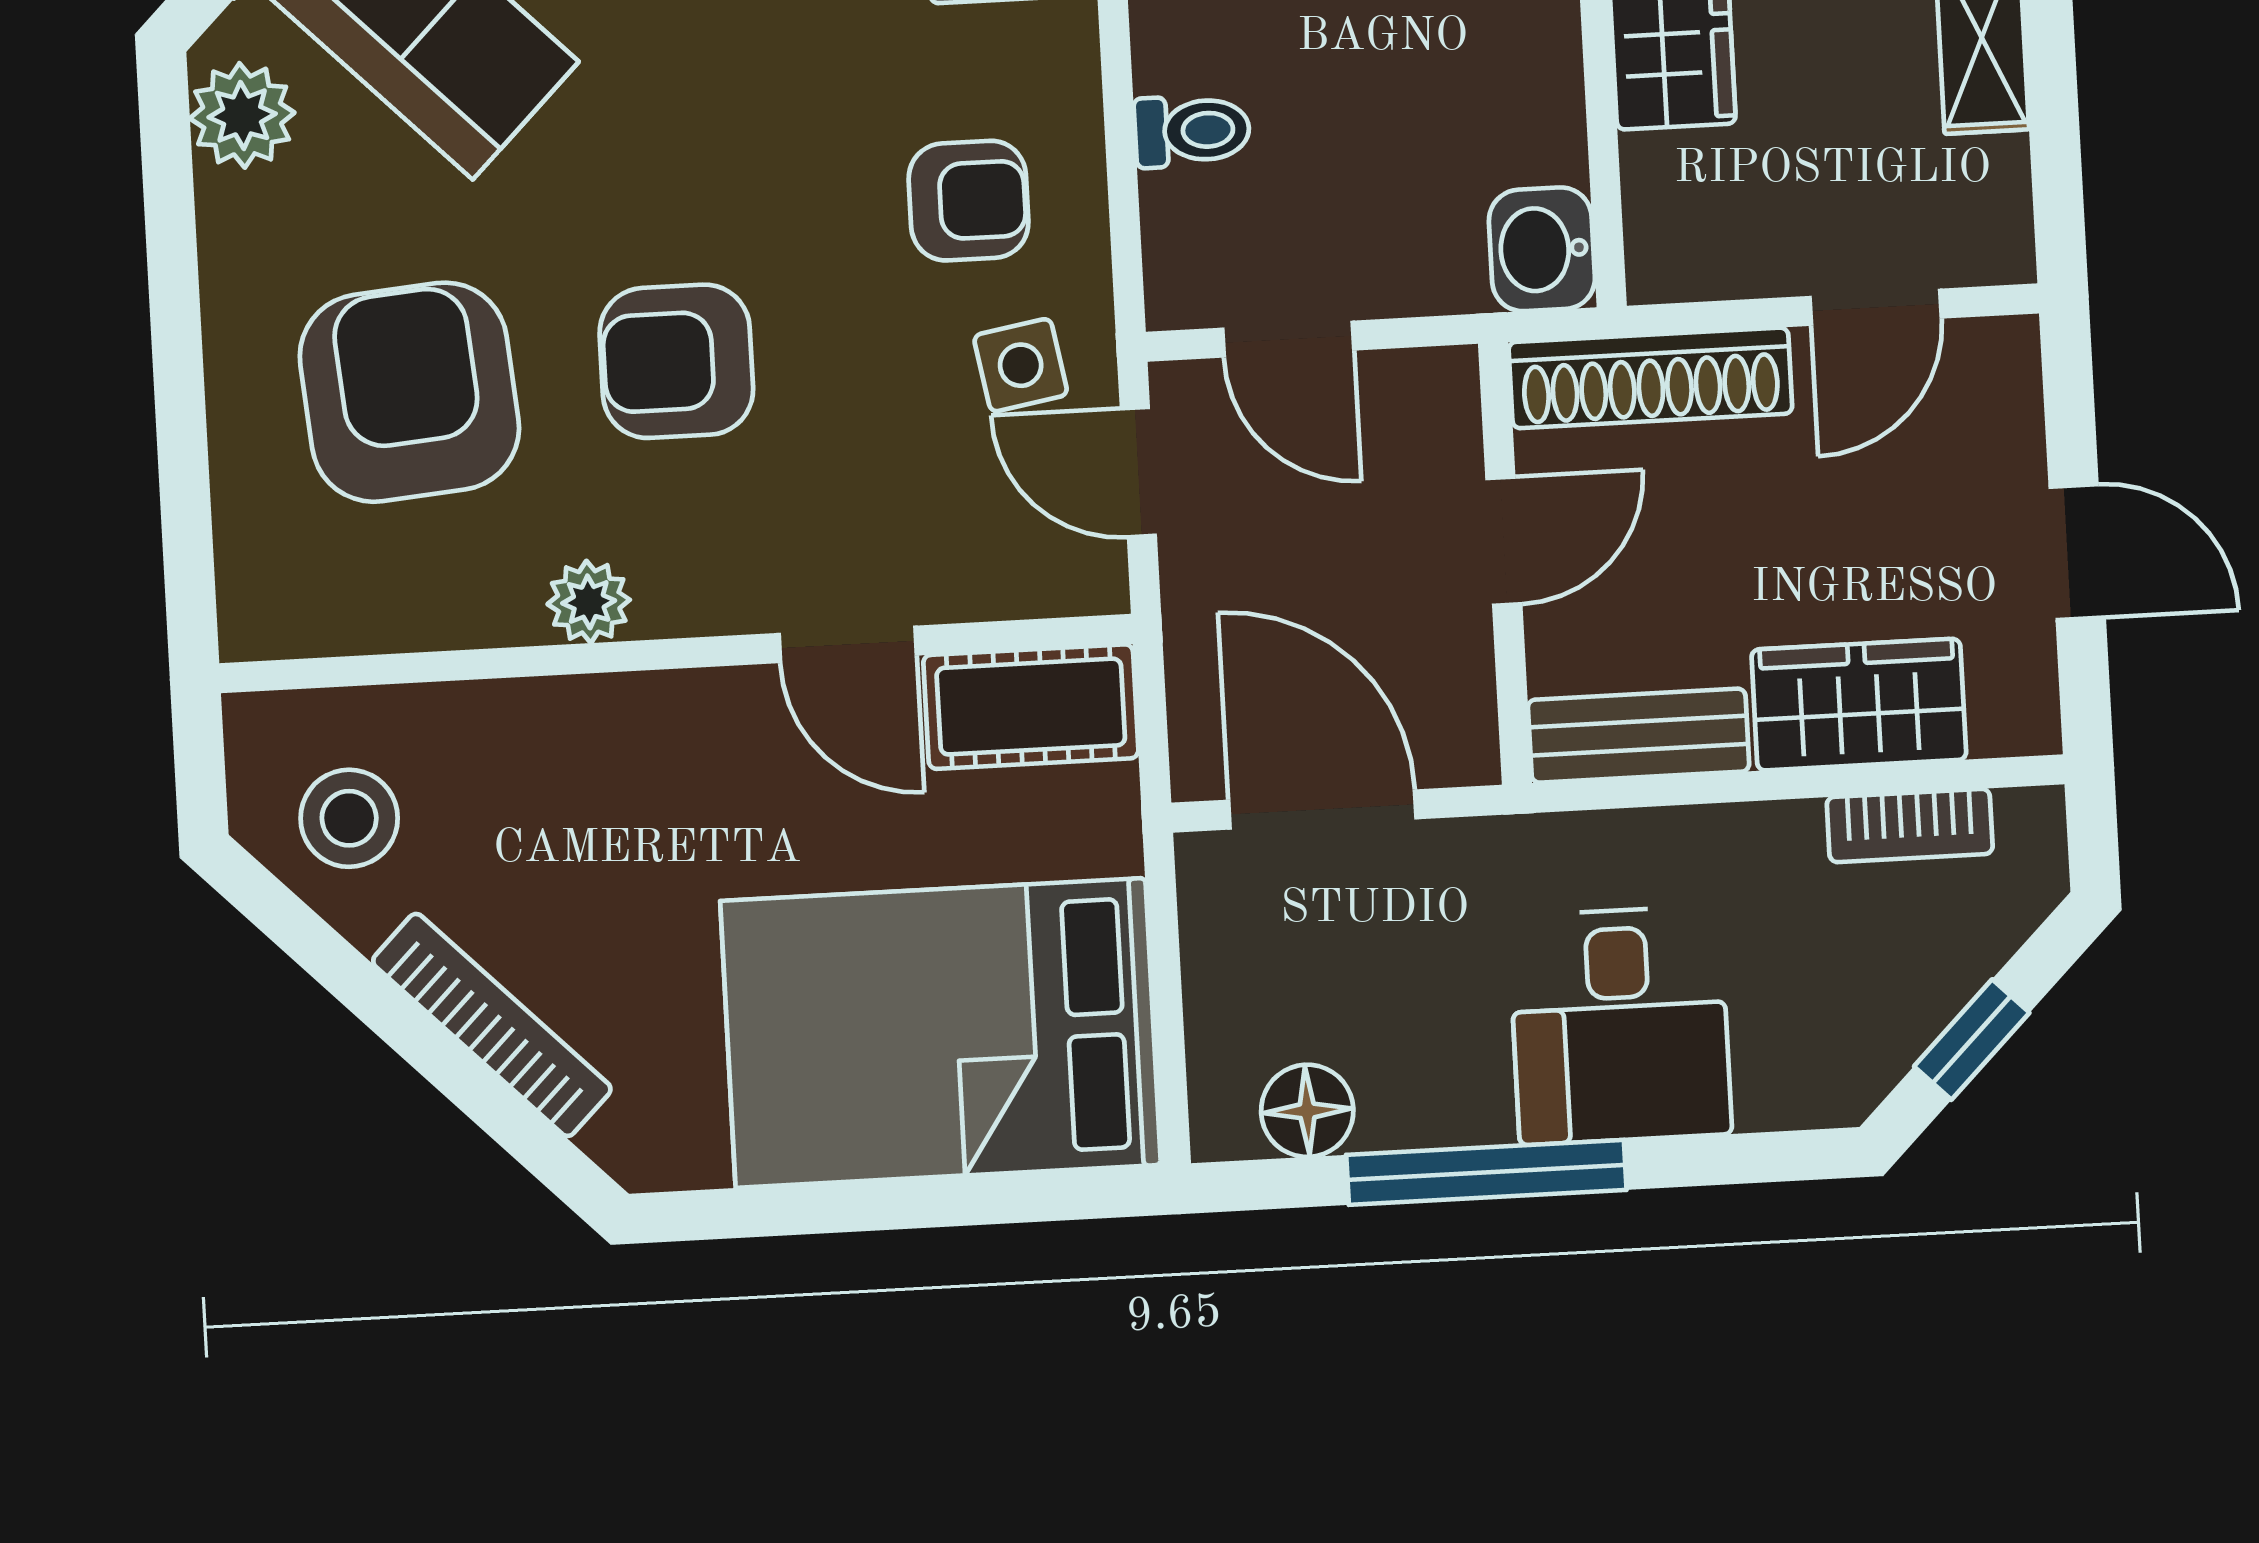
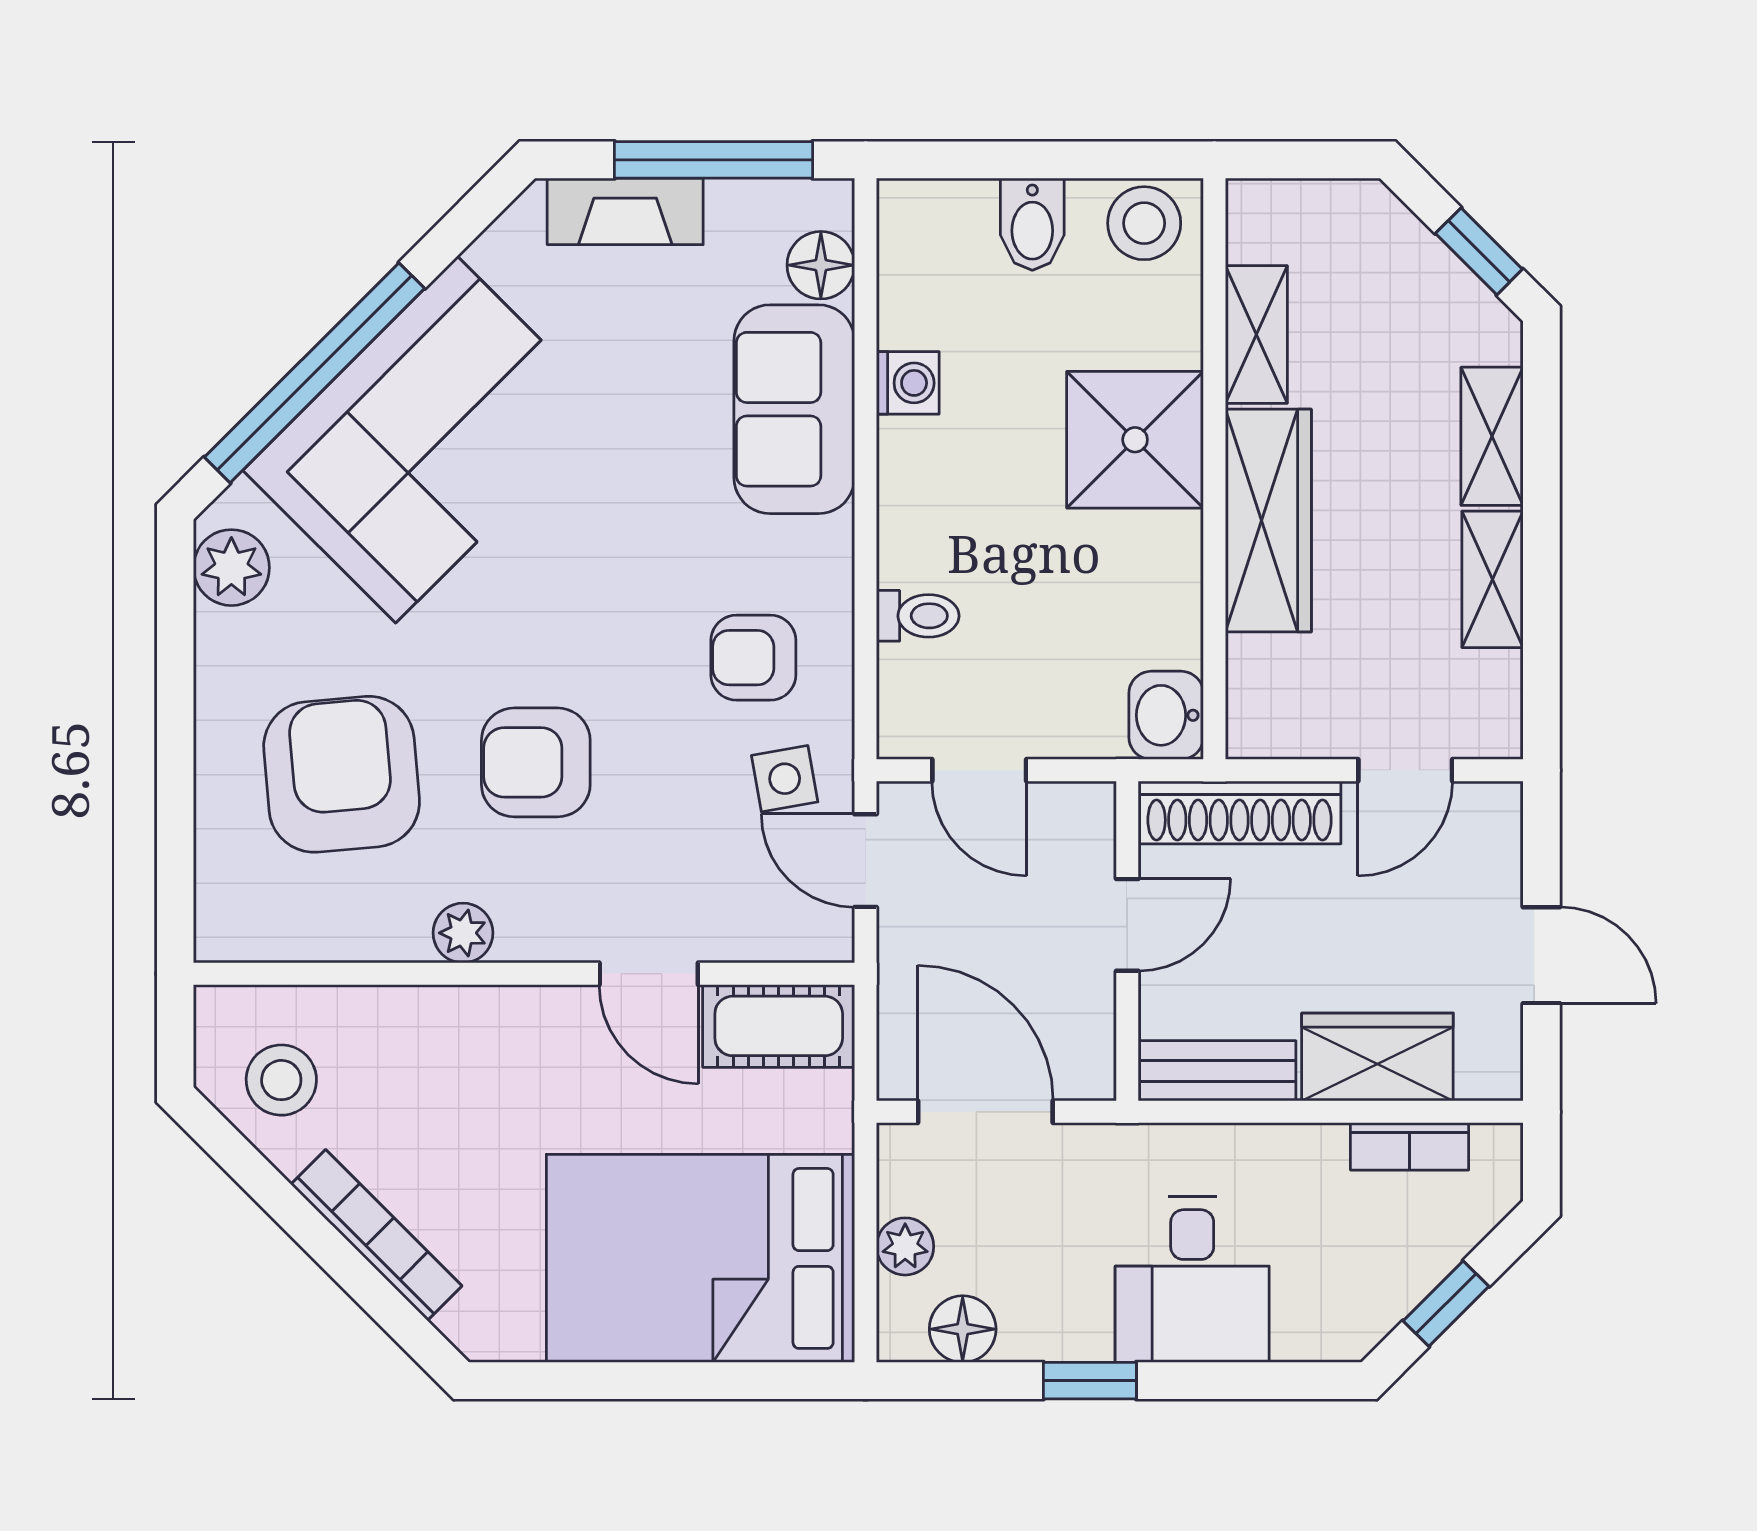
armchair: (969, 201) -> (753, 658), turned 180
plant: (1222, 1001) -> (905, 1246), added
window: (1486, 1172) -> (1090, 1381), width x0.46

